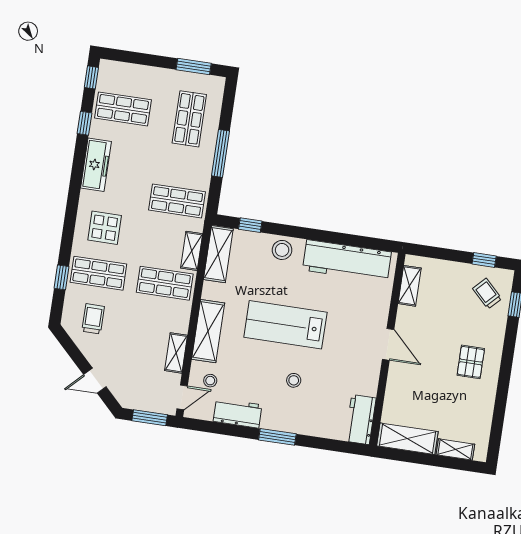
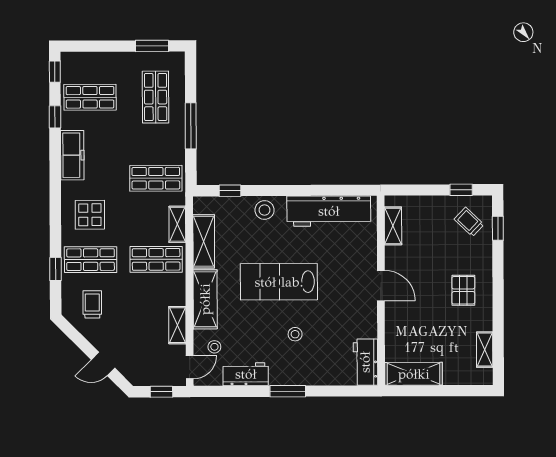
shelving: (218, 254) -> (204, 241), moved
window: (150, 418) -> (161, 392), width x0.67
shelving: (455, 449) -> (485, 350), moved, turned 90

